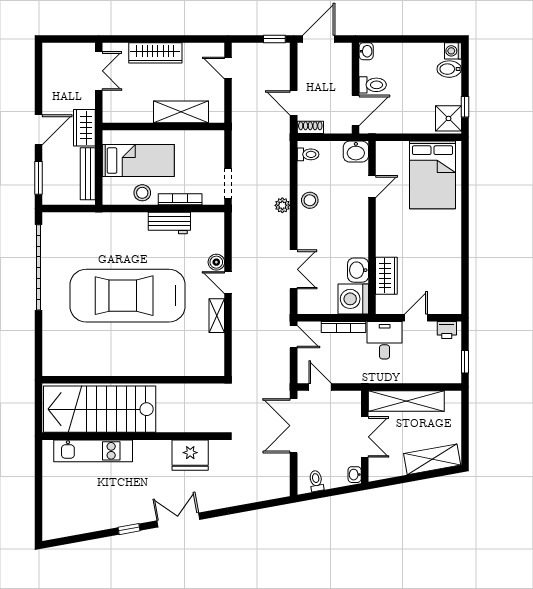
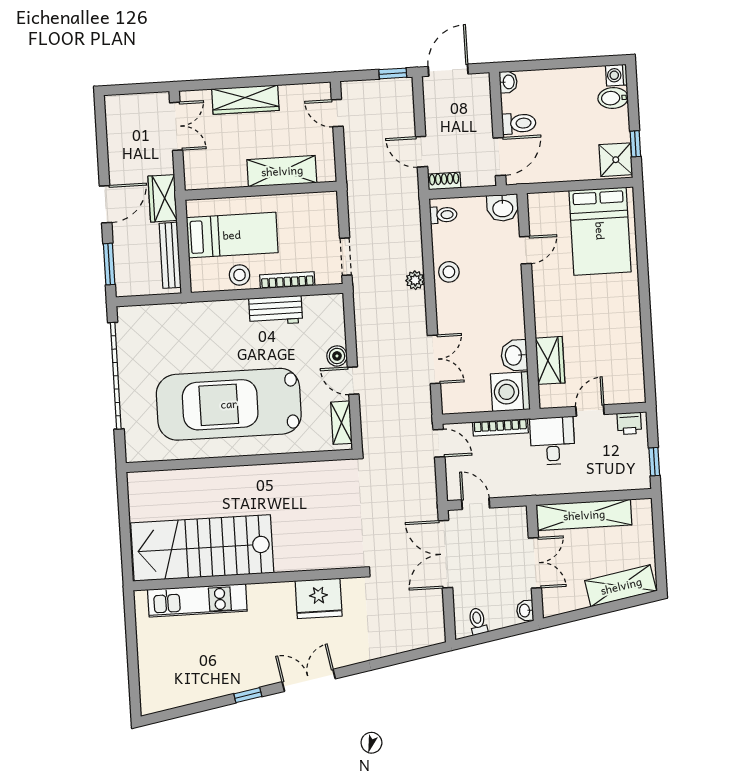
wall: (133, 380) -> (239, 461), moved

